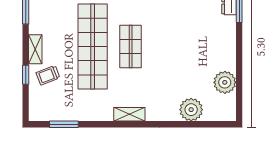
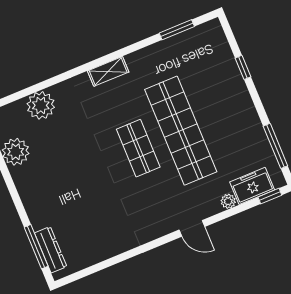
shelving: (35, 49) -> (244, 101), removed
trolley: (48, 75) -> (218, 77), removed

